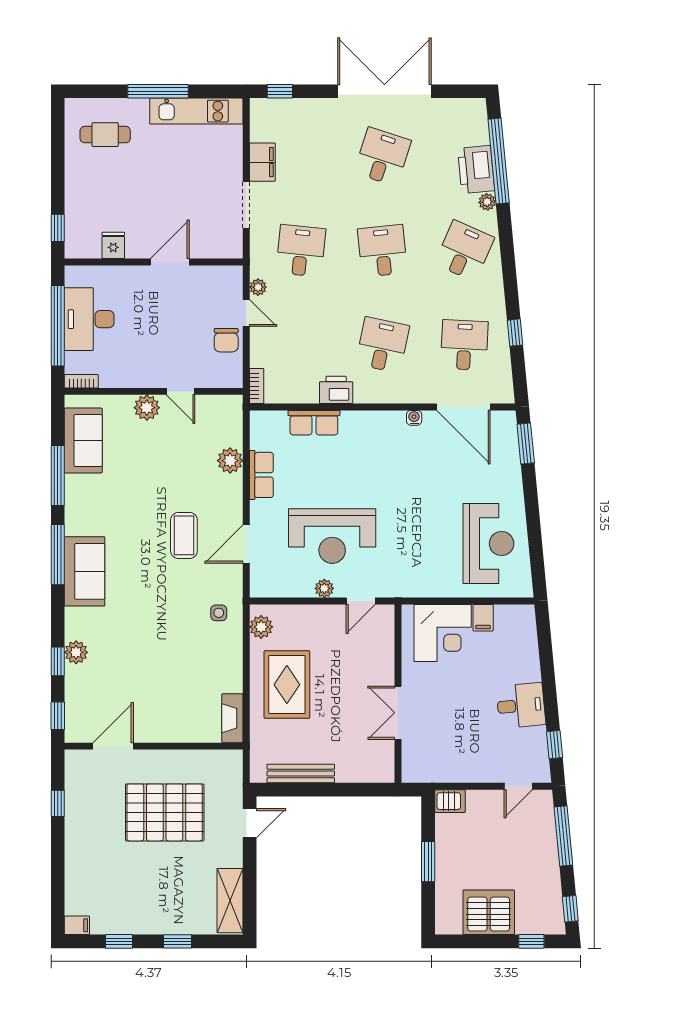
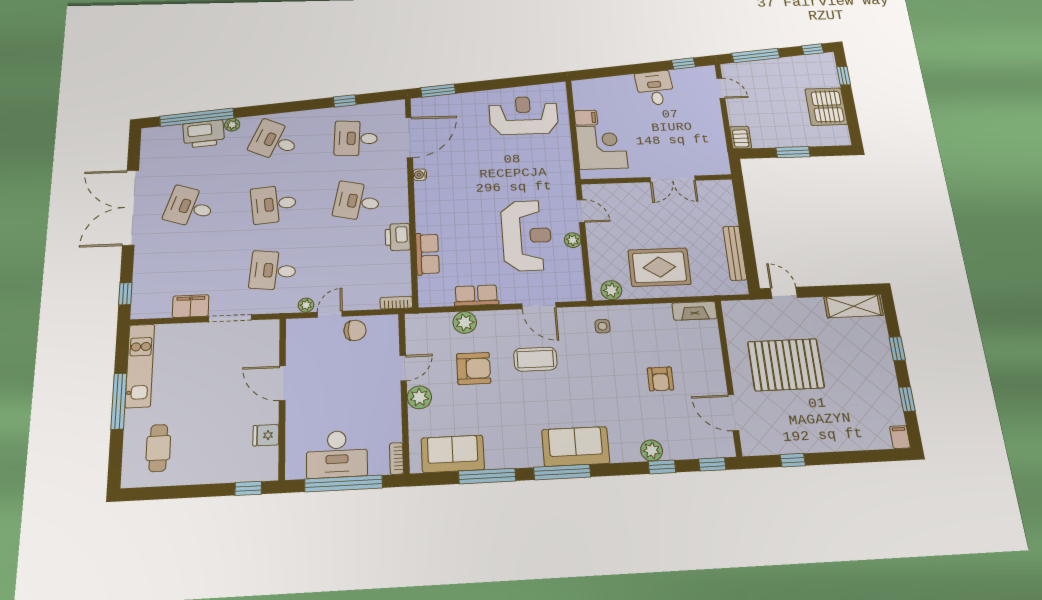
armchair: (176, 468) -> (474, 368), added
armchair: (155, 671) -> (660, 379), added
pallet: (165, 812) -> (786, 365), turned 90

